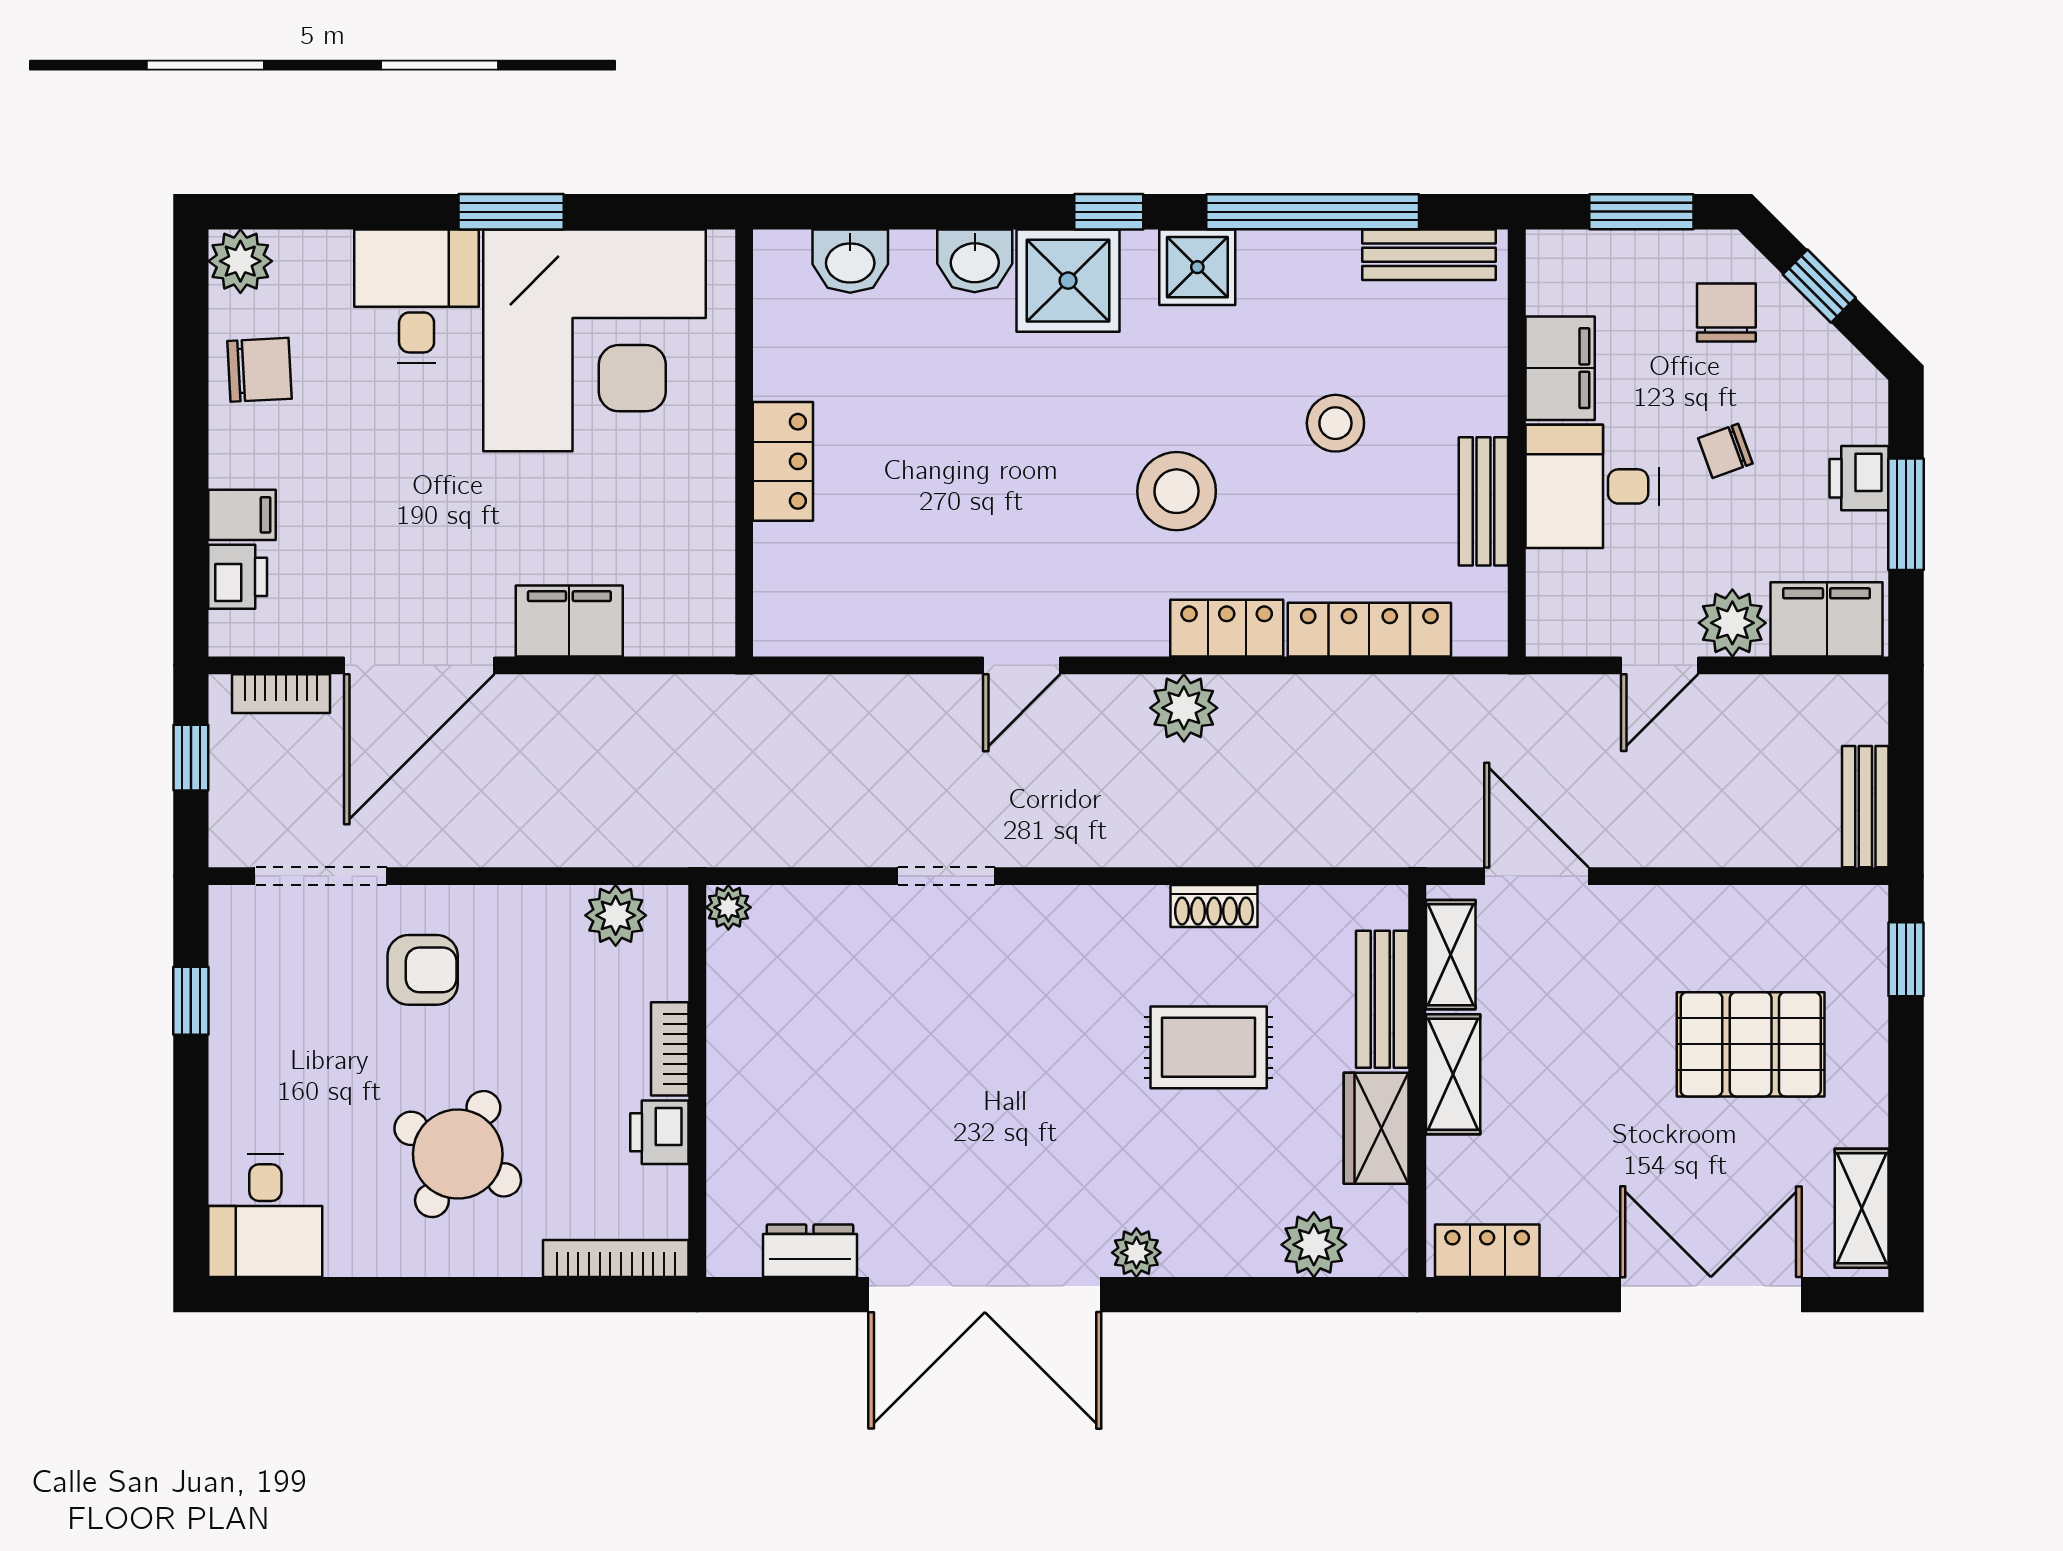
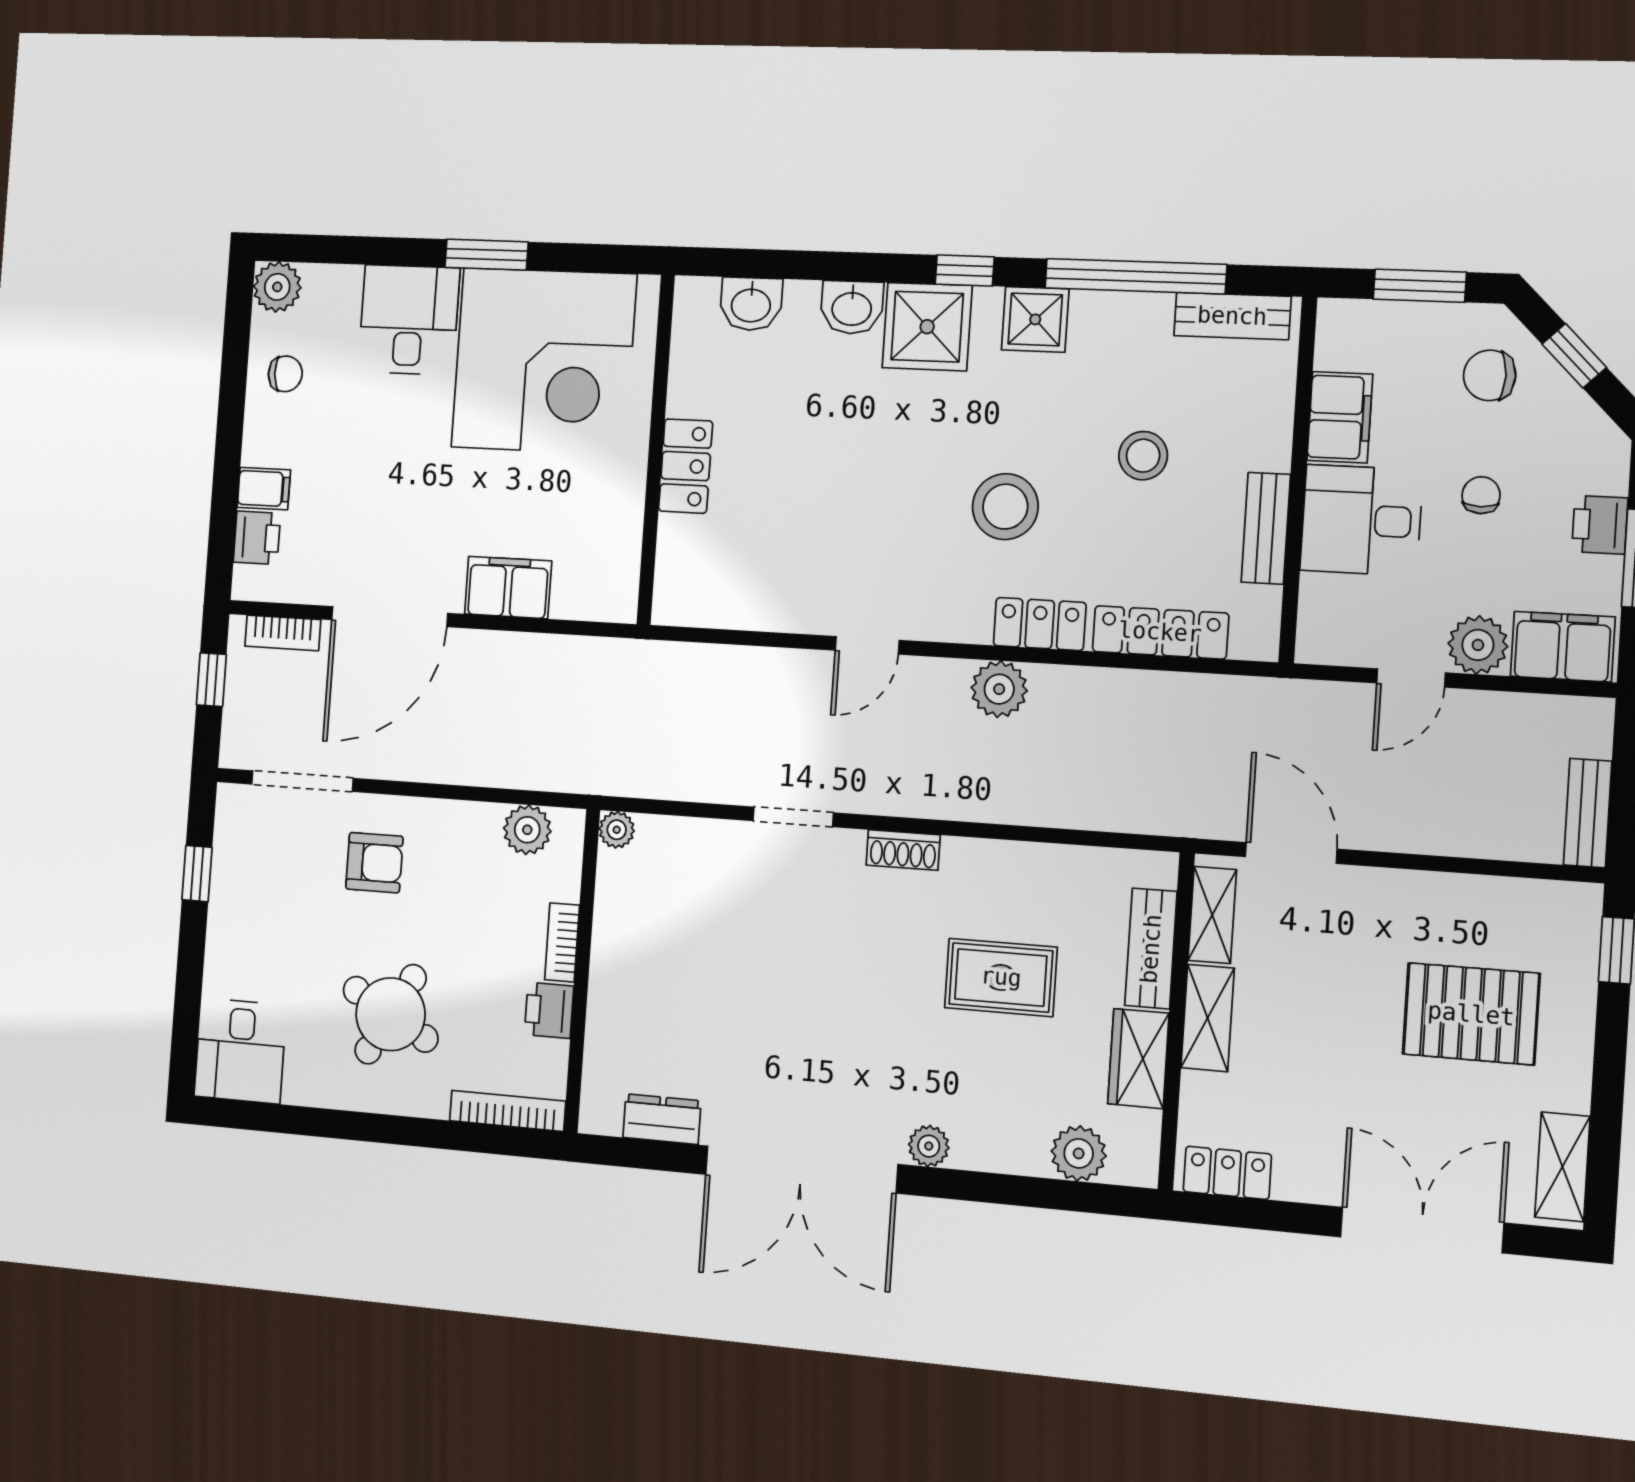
chair: (1726, 312) -> (1490, 375), turned -90
chair: (259, 370) -> (285, 374), width x0.73, depth x0.73
chair: (1725, 451) -> (1481, 495), turned 110
shoe rack: (1214, 906) -> (903, 850), moved

